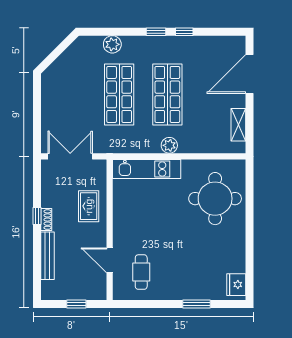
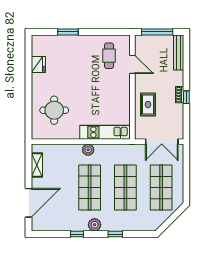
window: (156, 32) -> (115, 234), moved
plant: (112, 44) -> (95, 225), moved
shop shelf: (71, 94) -> (161, 188), added
round table: (215, 199) -> (54, 110), width x0.73, depth x0.73
bench: (47, 256) -> (179, 53), moved
fridge: (236, 285) -> (38, 64), moved
window: (76, 304) -> (157, 32), width x2.17

